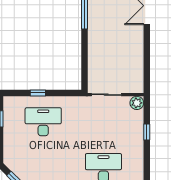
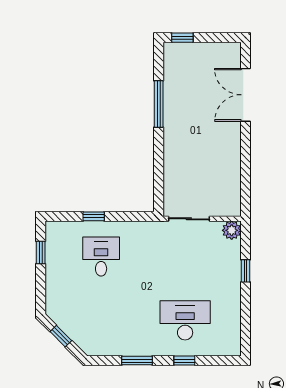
desk: (43, 122) -> (101, 257), width x0.73

